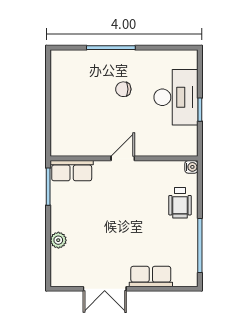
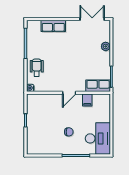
desk: (176, 97) -> (98, 138), moved, turned 180
filing cabinet: (91, 146) -> (87, 100), added
double door: (105, 289) -> (92, 19), moved

